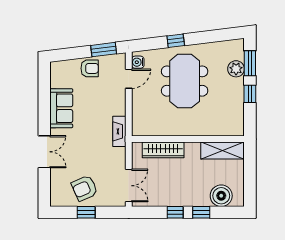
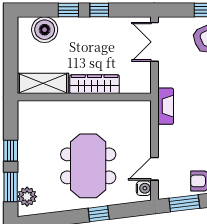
plant: (236, 69) -> (27, 197), moved
wardrobe: (163, 150) -> (95, 84), moved

